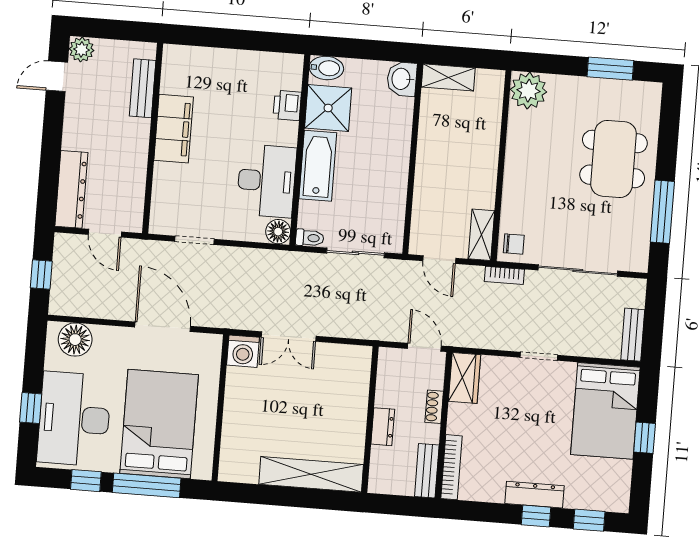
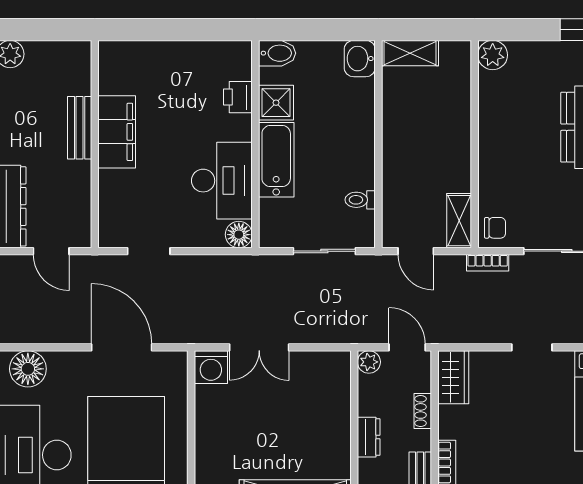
bench: (143, 88) -> (80, 128), moved
plant: (528, 91) -> (493, 55), width x0.73, depth x0.73
shower: (328, 108) -> (276, 103), width x0.73, depth x0.73
toilet: (310, 238) -> (360, 200), moved, turned 180
plant: (388, 358) -> (369, 362), added

